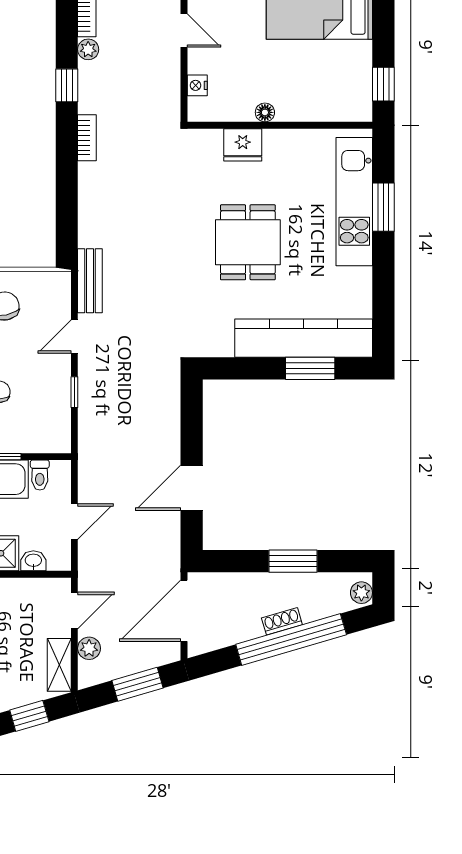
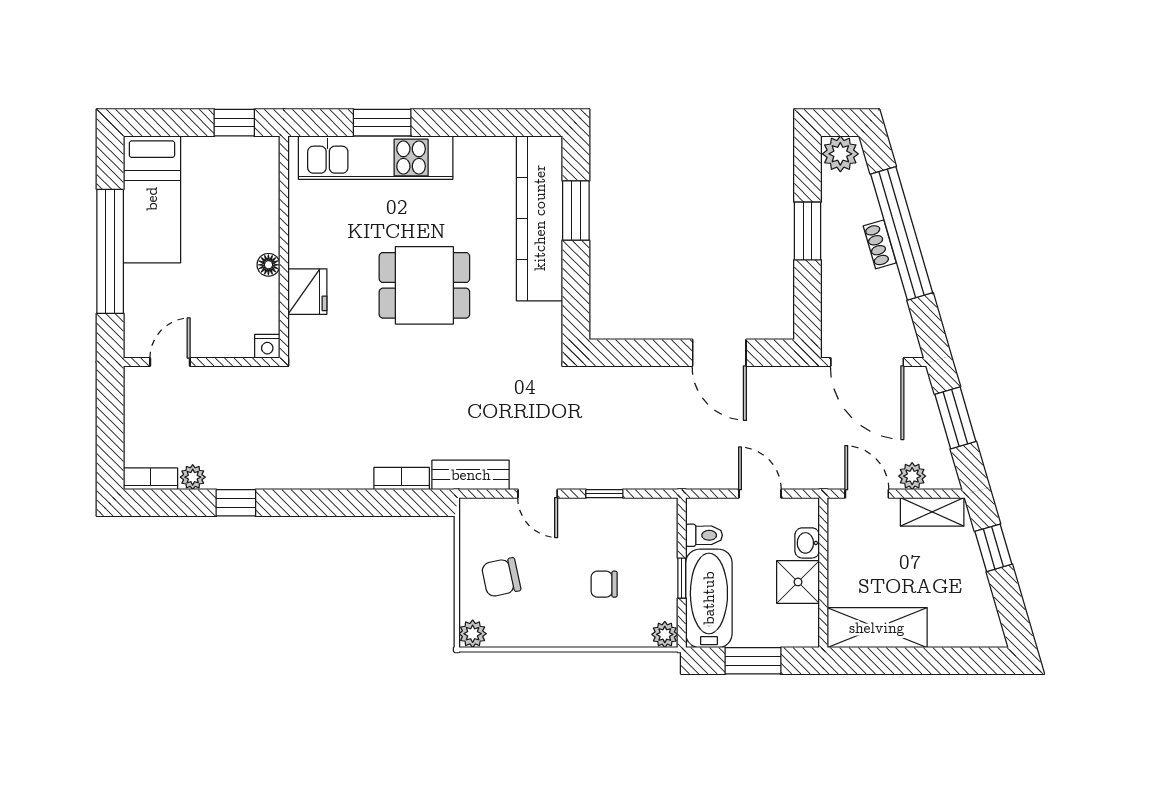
nightstand: (197, 85) -> (267, 346), moved
bookcase: (87, 138) -> (402, 479), moved
plant: (361, 593) -> (840, 154), width x1.38, depth x1.38

